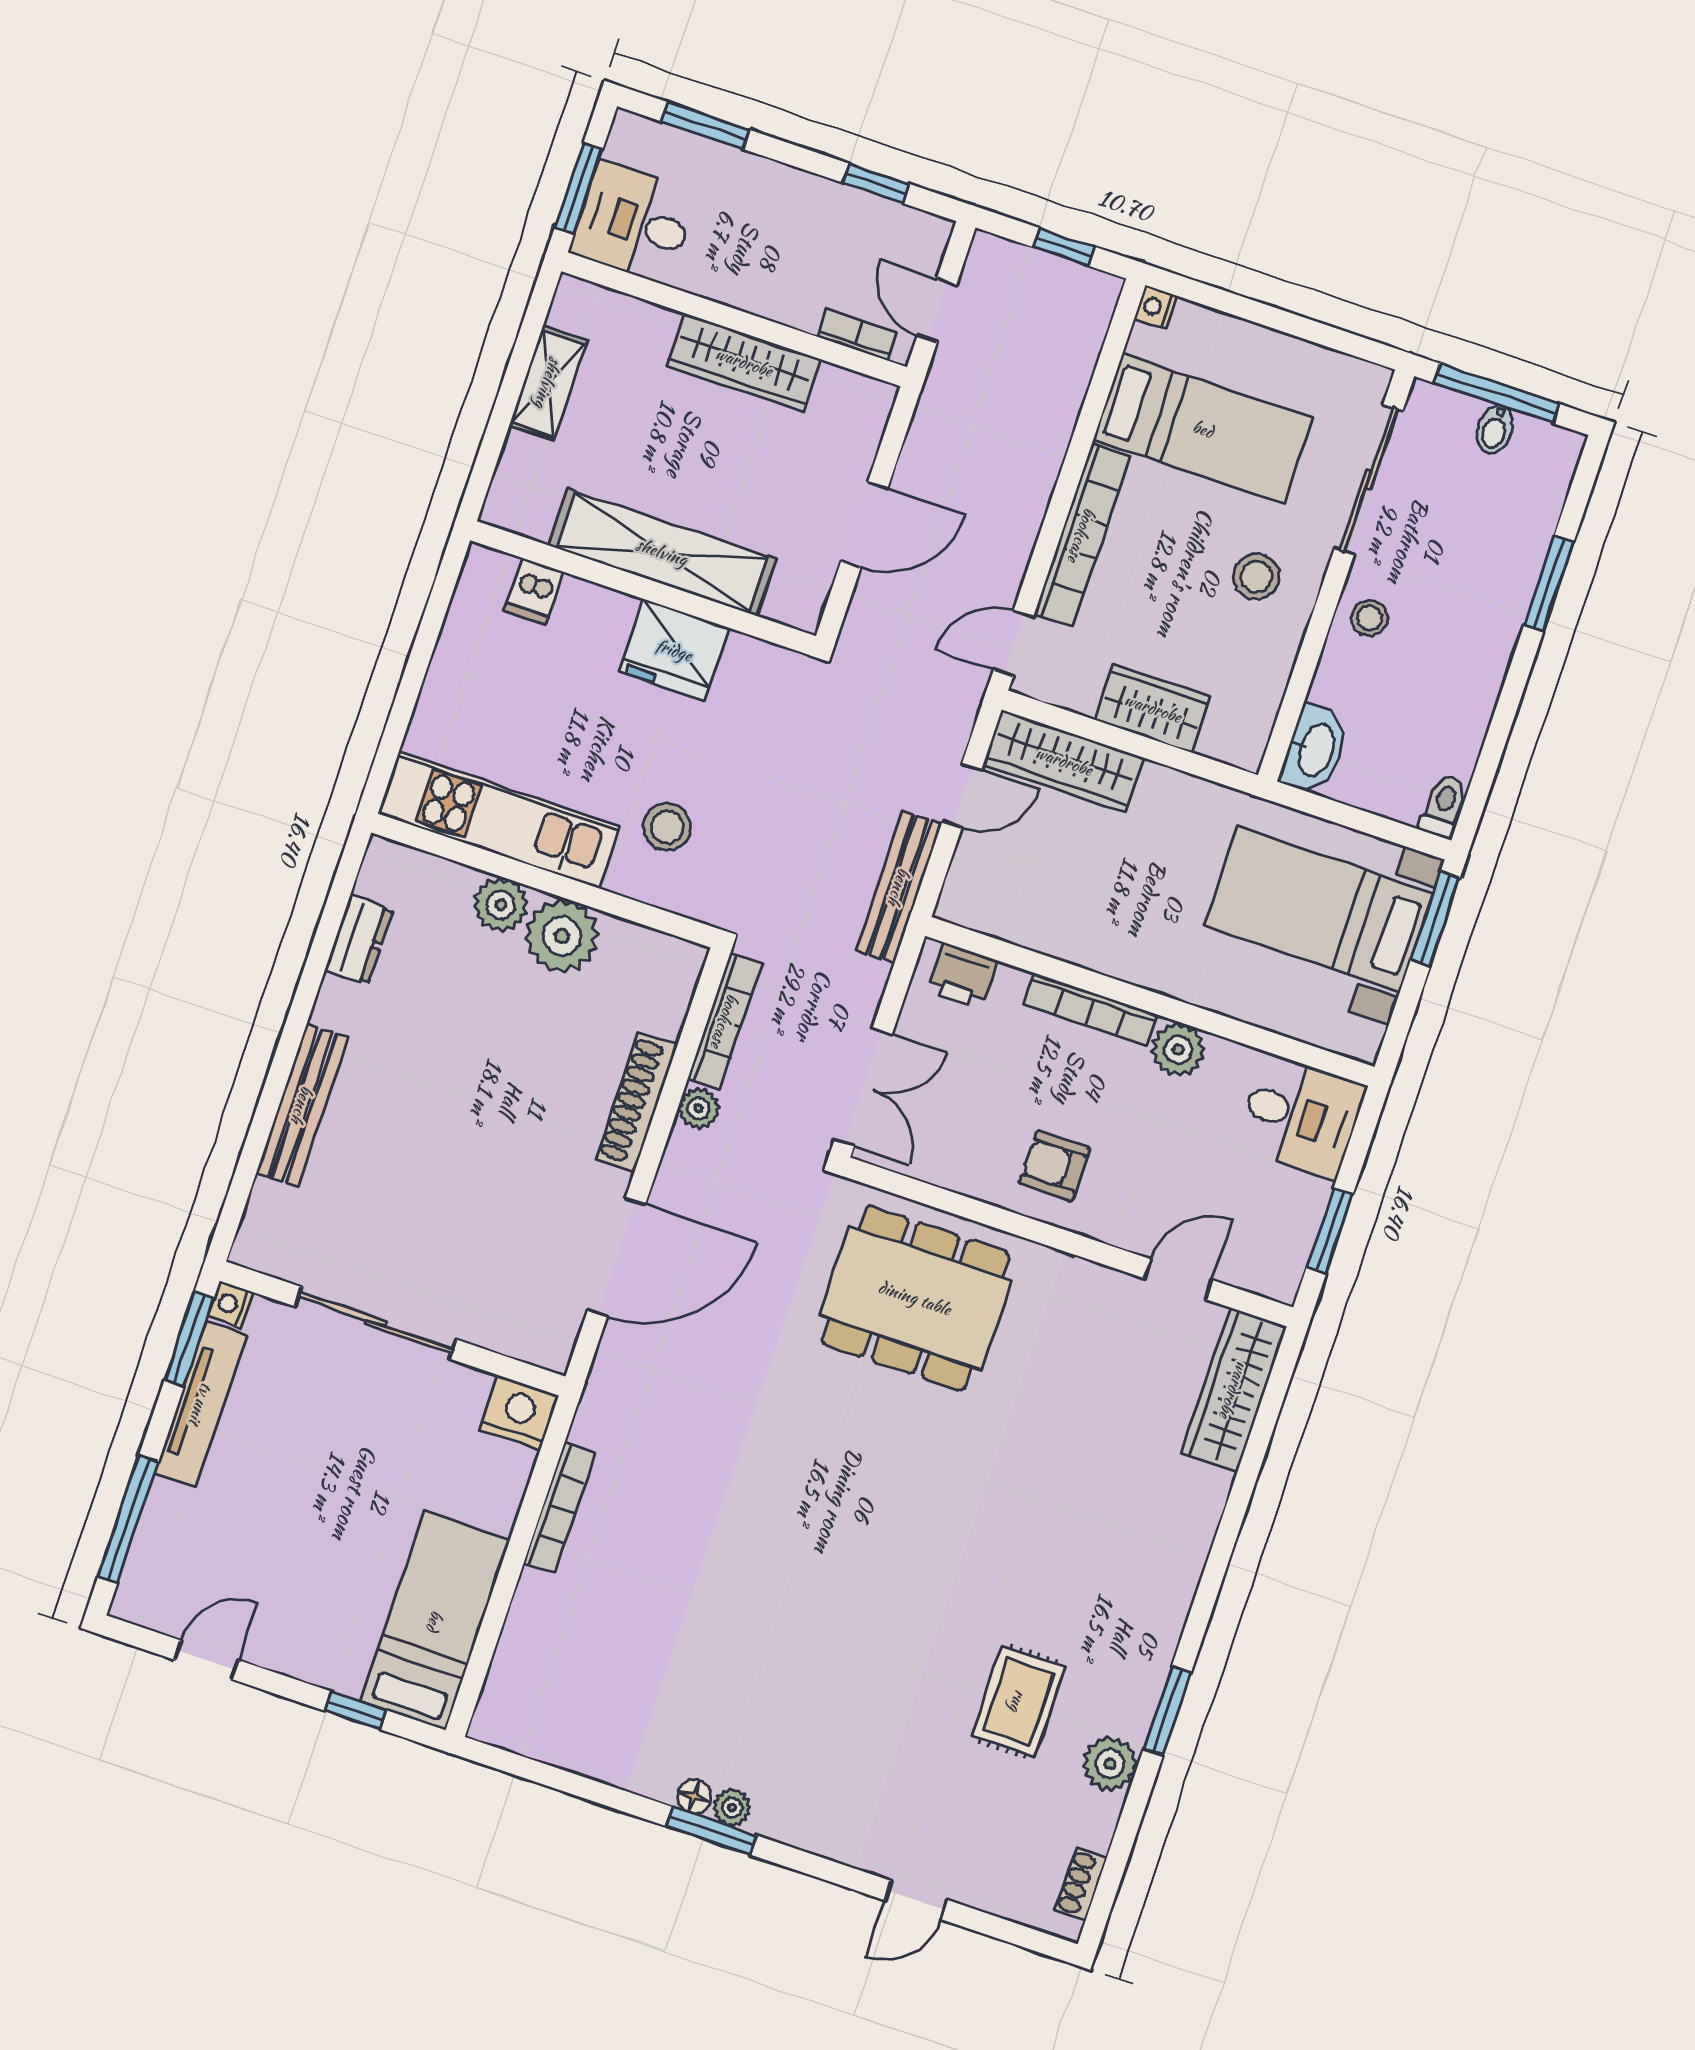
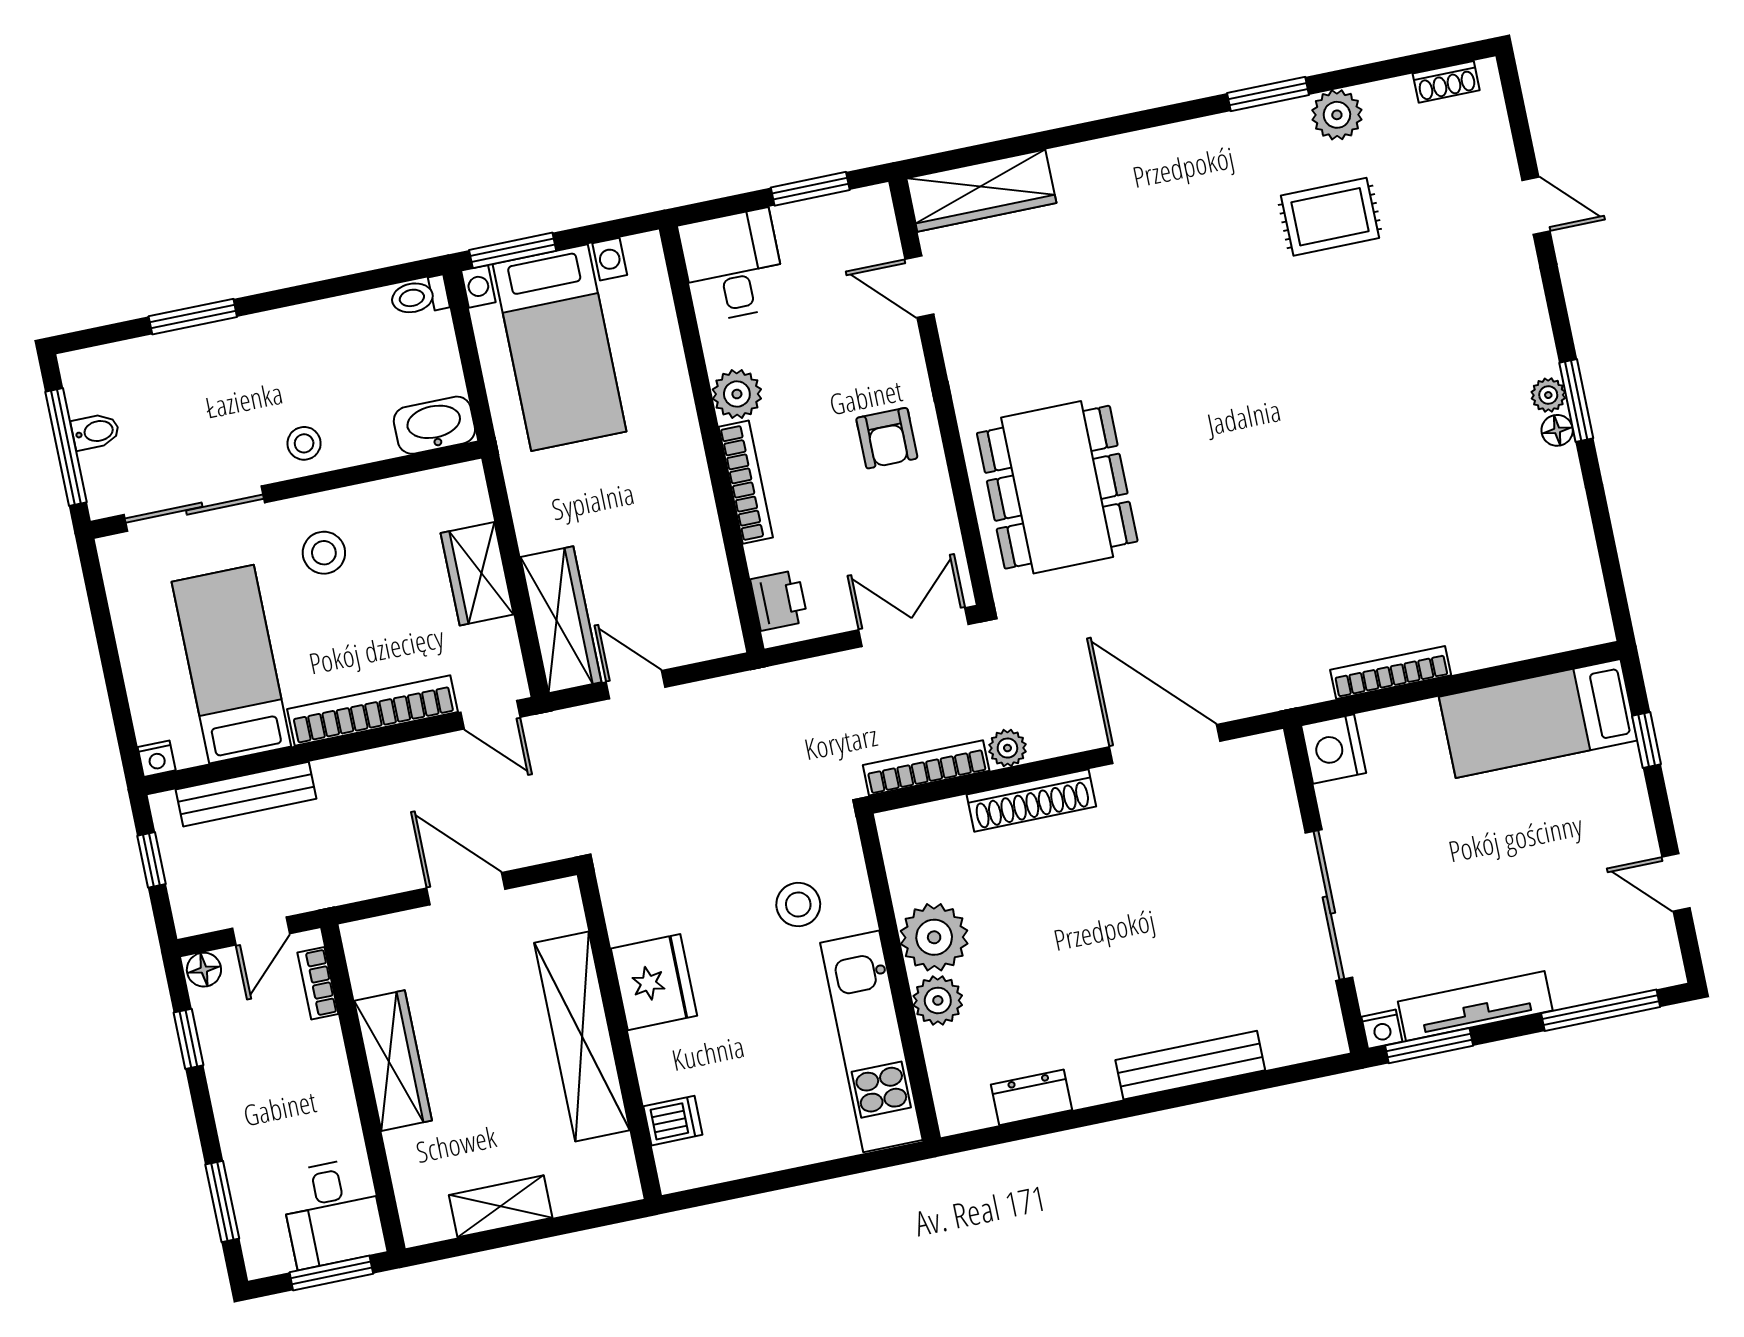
floor lamp: (932, 236) -> (204, 970), added
bench: (899, 887) -> (246, 794), moved

